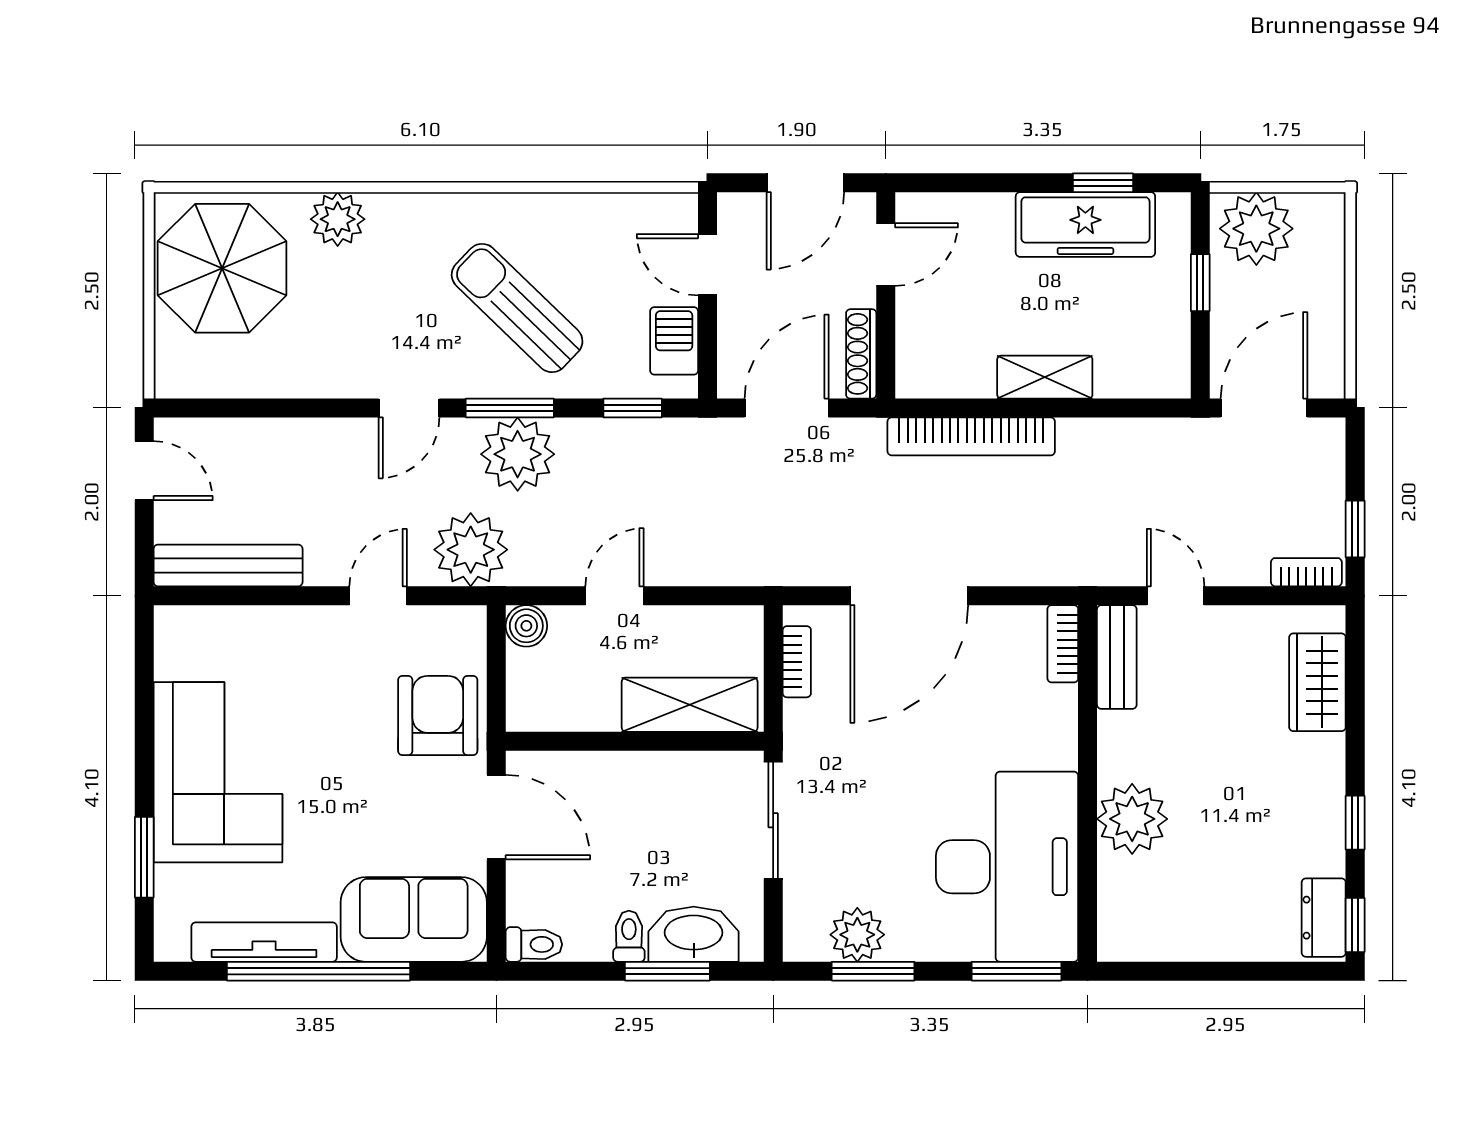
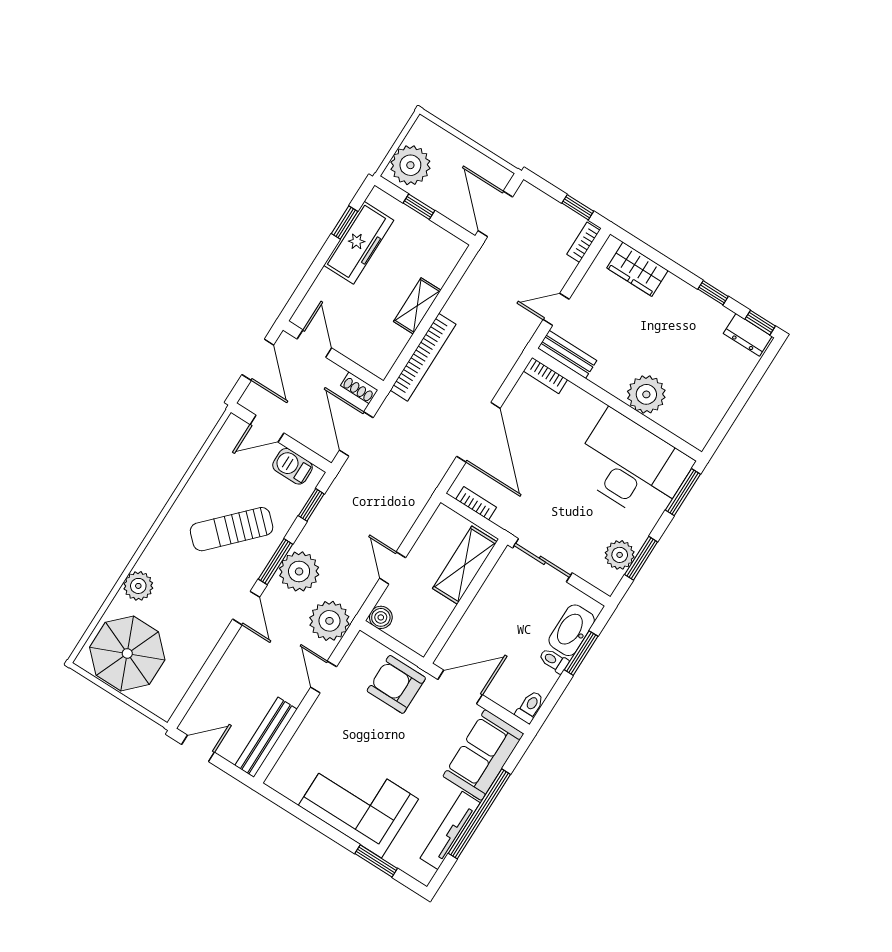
shoe rack: (861, 354) -> (359, 388), width x0.70

